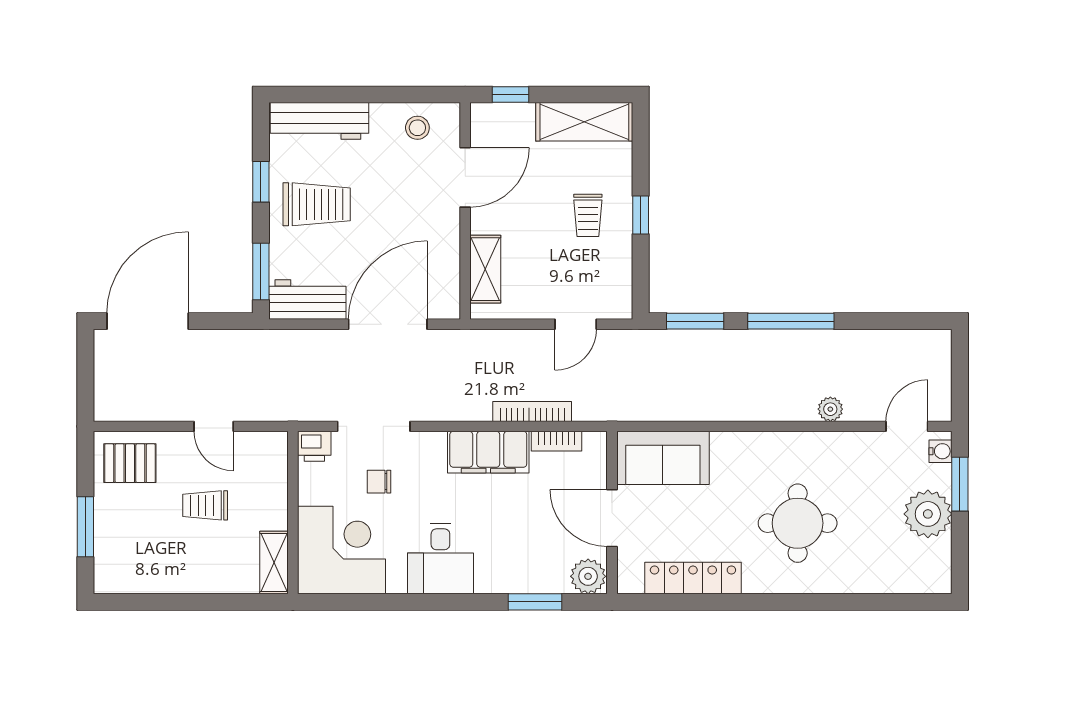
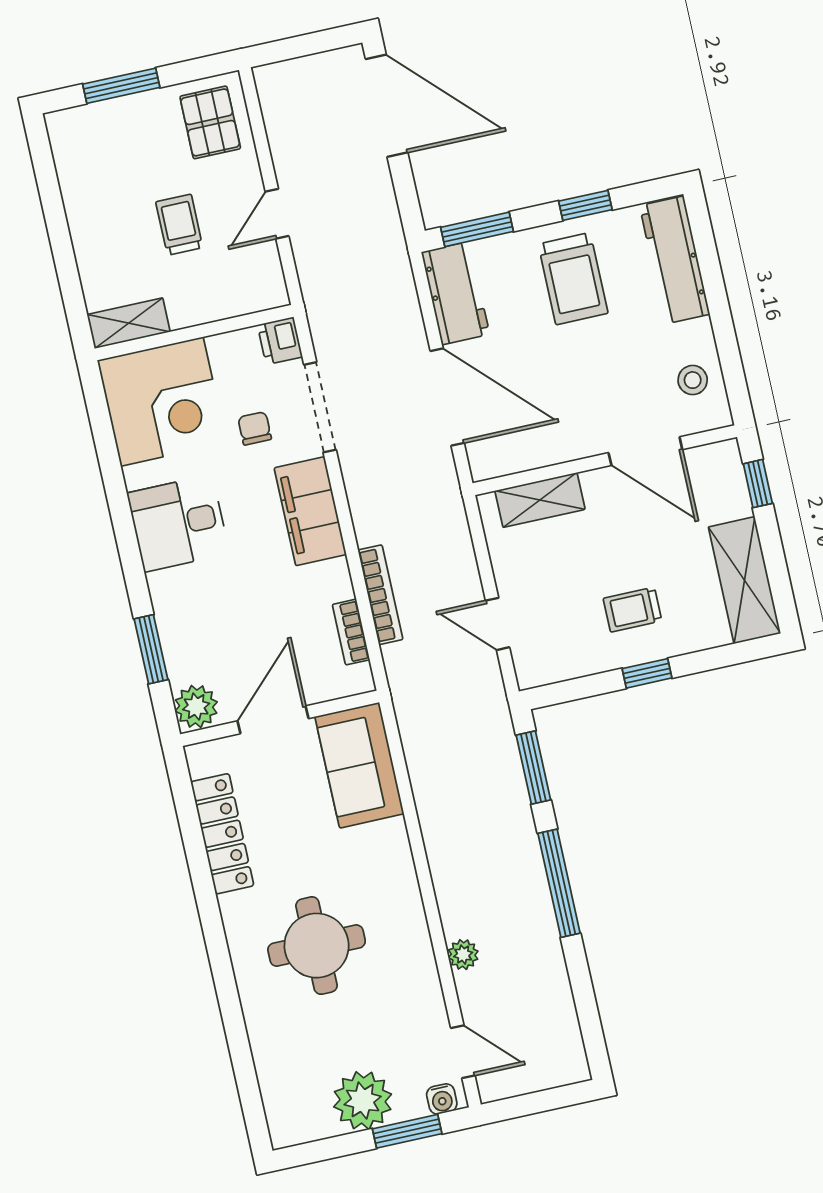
filing cabinet: (488, 452) -> (310, 511), moved

